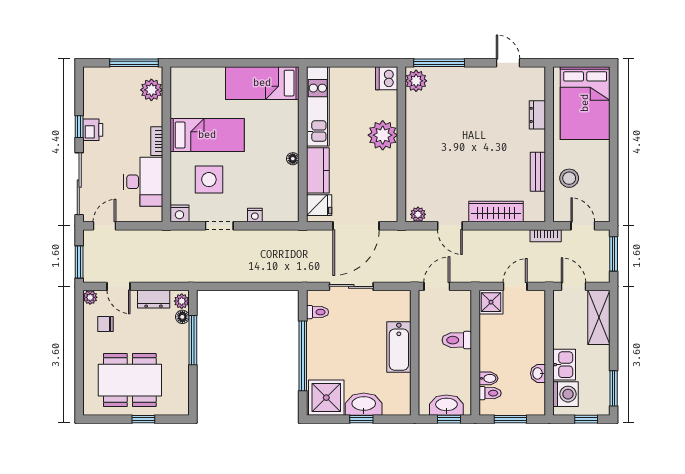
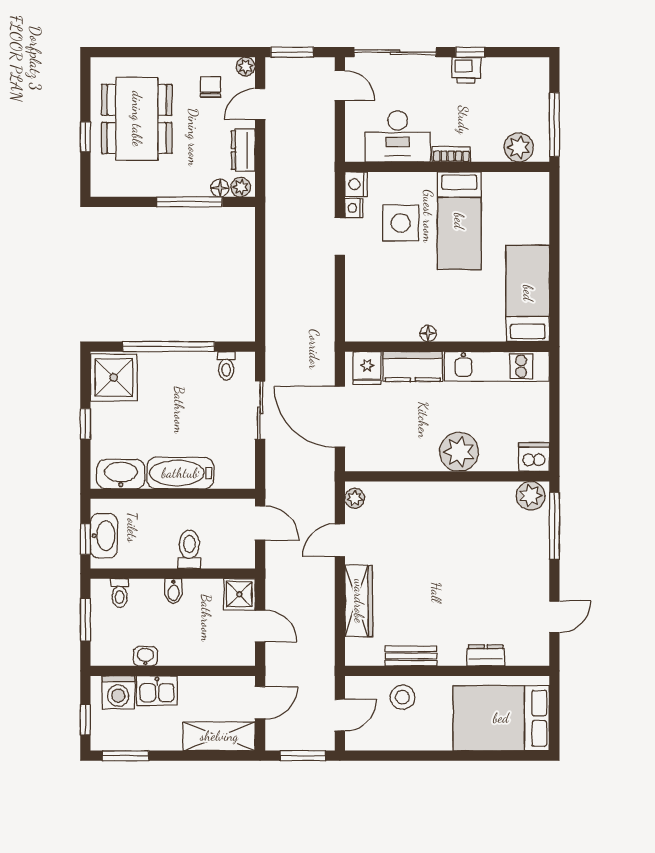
nightstand: (255, 215) -> (354, 208), moved
bookcase: (546, 236) -> (327, 666), removed
bidet: (489, 378) -> (174, 591), moved
washbasin: (364, 404) -> (121, 474), moved, turned -90

